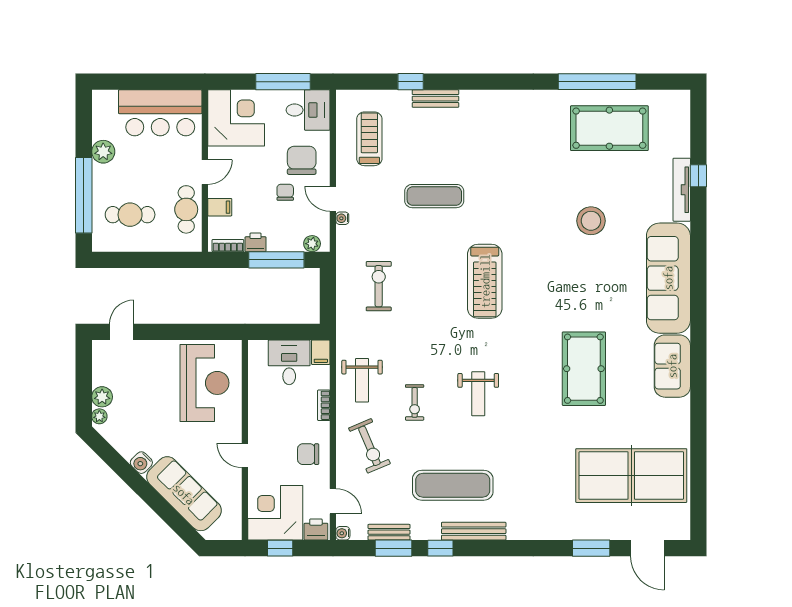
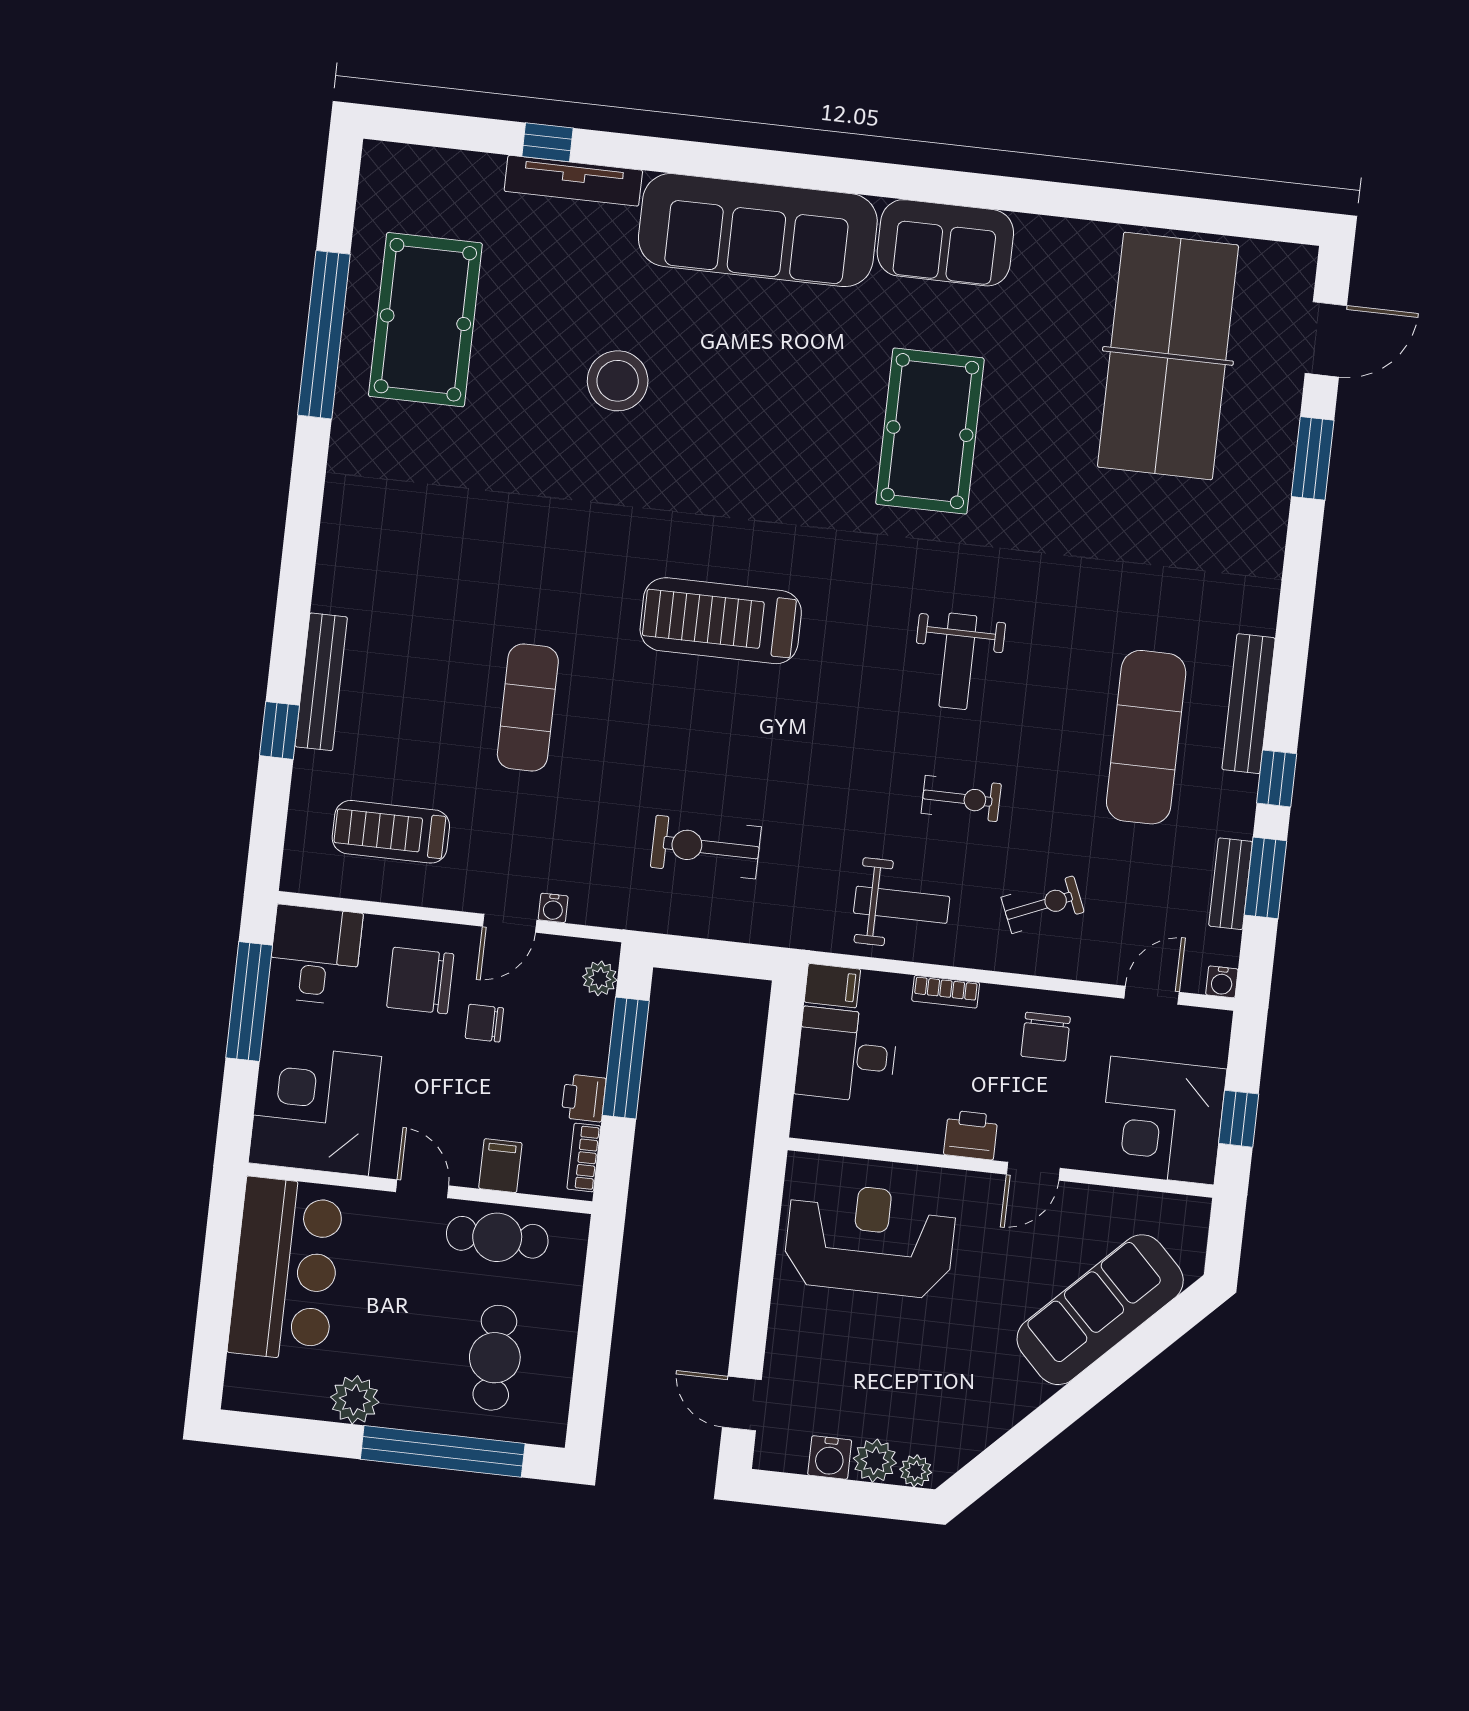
bench: (435, 99) -> (321, 682), width x1.36
treadmill: (485, 281) -> (721, 621), turned 180
pool table: (584, 369) -> (930, 431), turned 90
weight bench: (478, 394) -> (958, 661), turned 90
exercise bike: (369, 446) -> (1043, 905), width x0.73, depth x0.72
water cooler: (141, 463) -> (830, 1457), moved, turned 45
printer: (316, 530) -> (971, 1135), moved, turned 90

